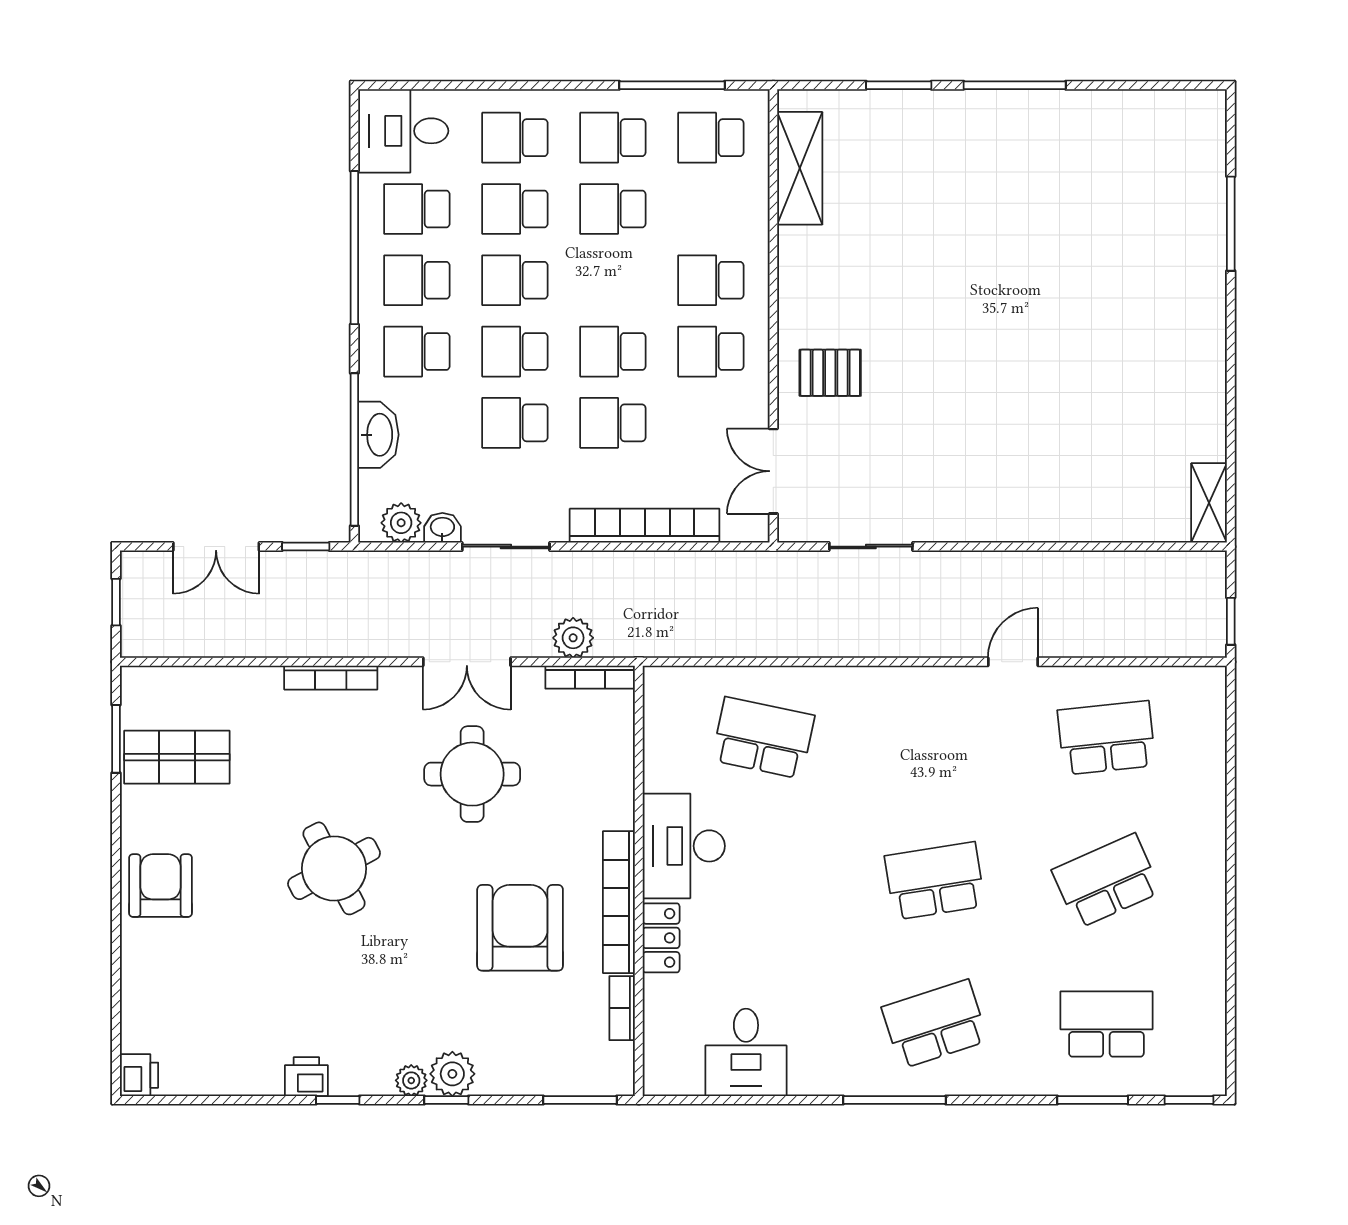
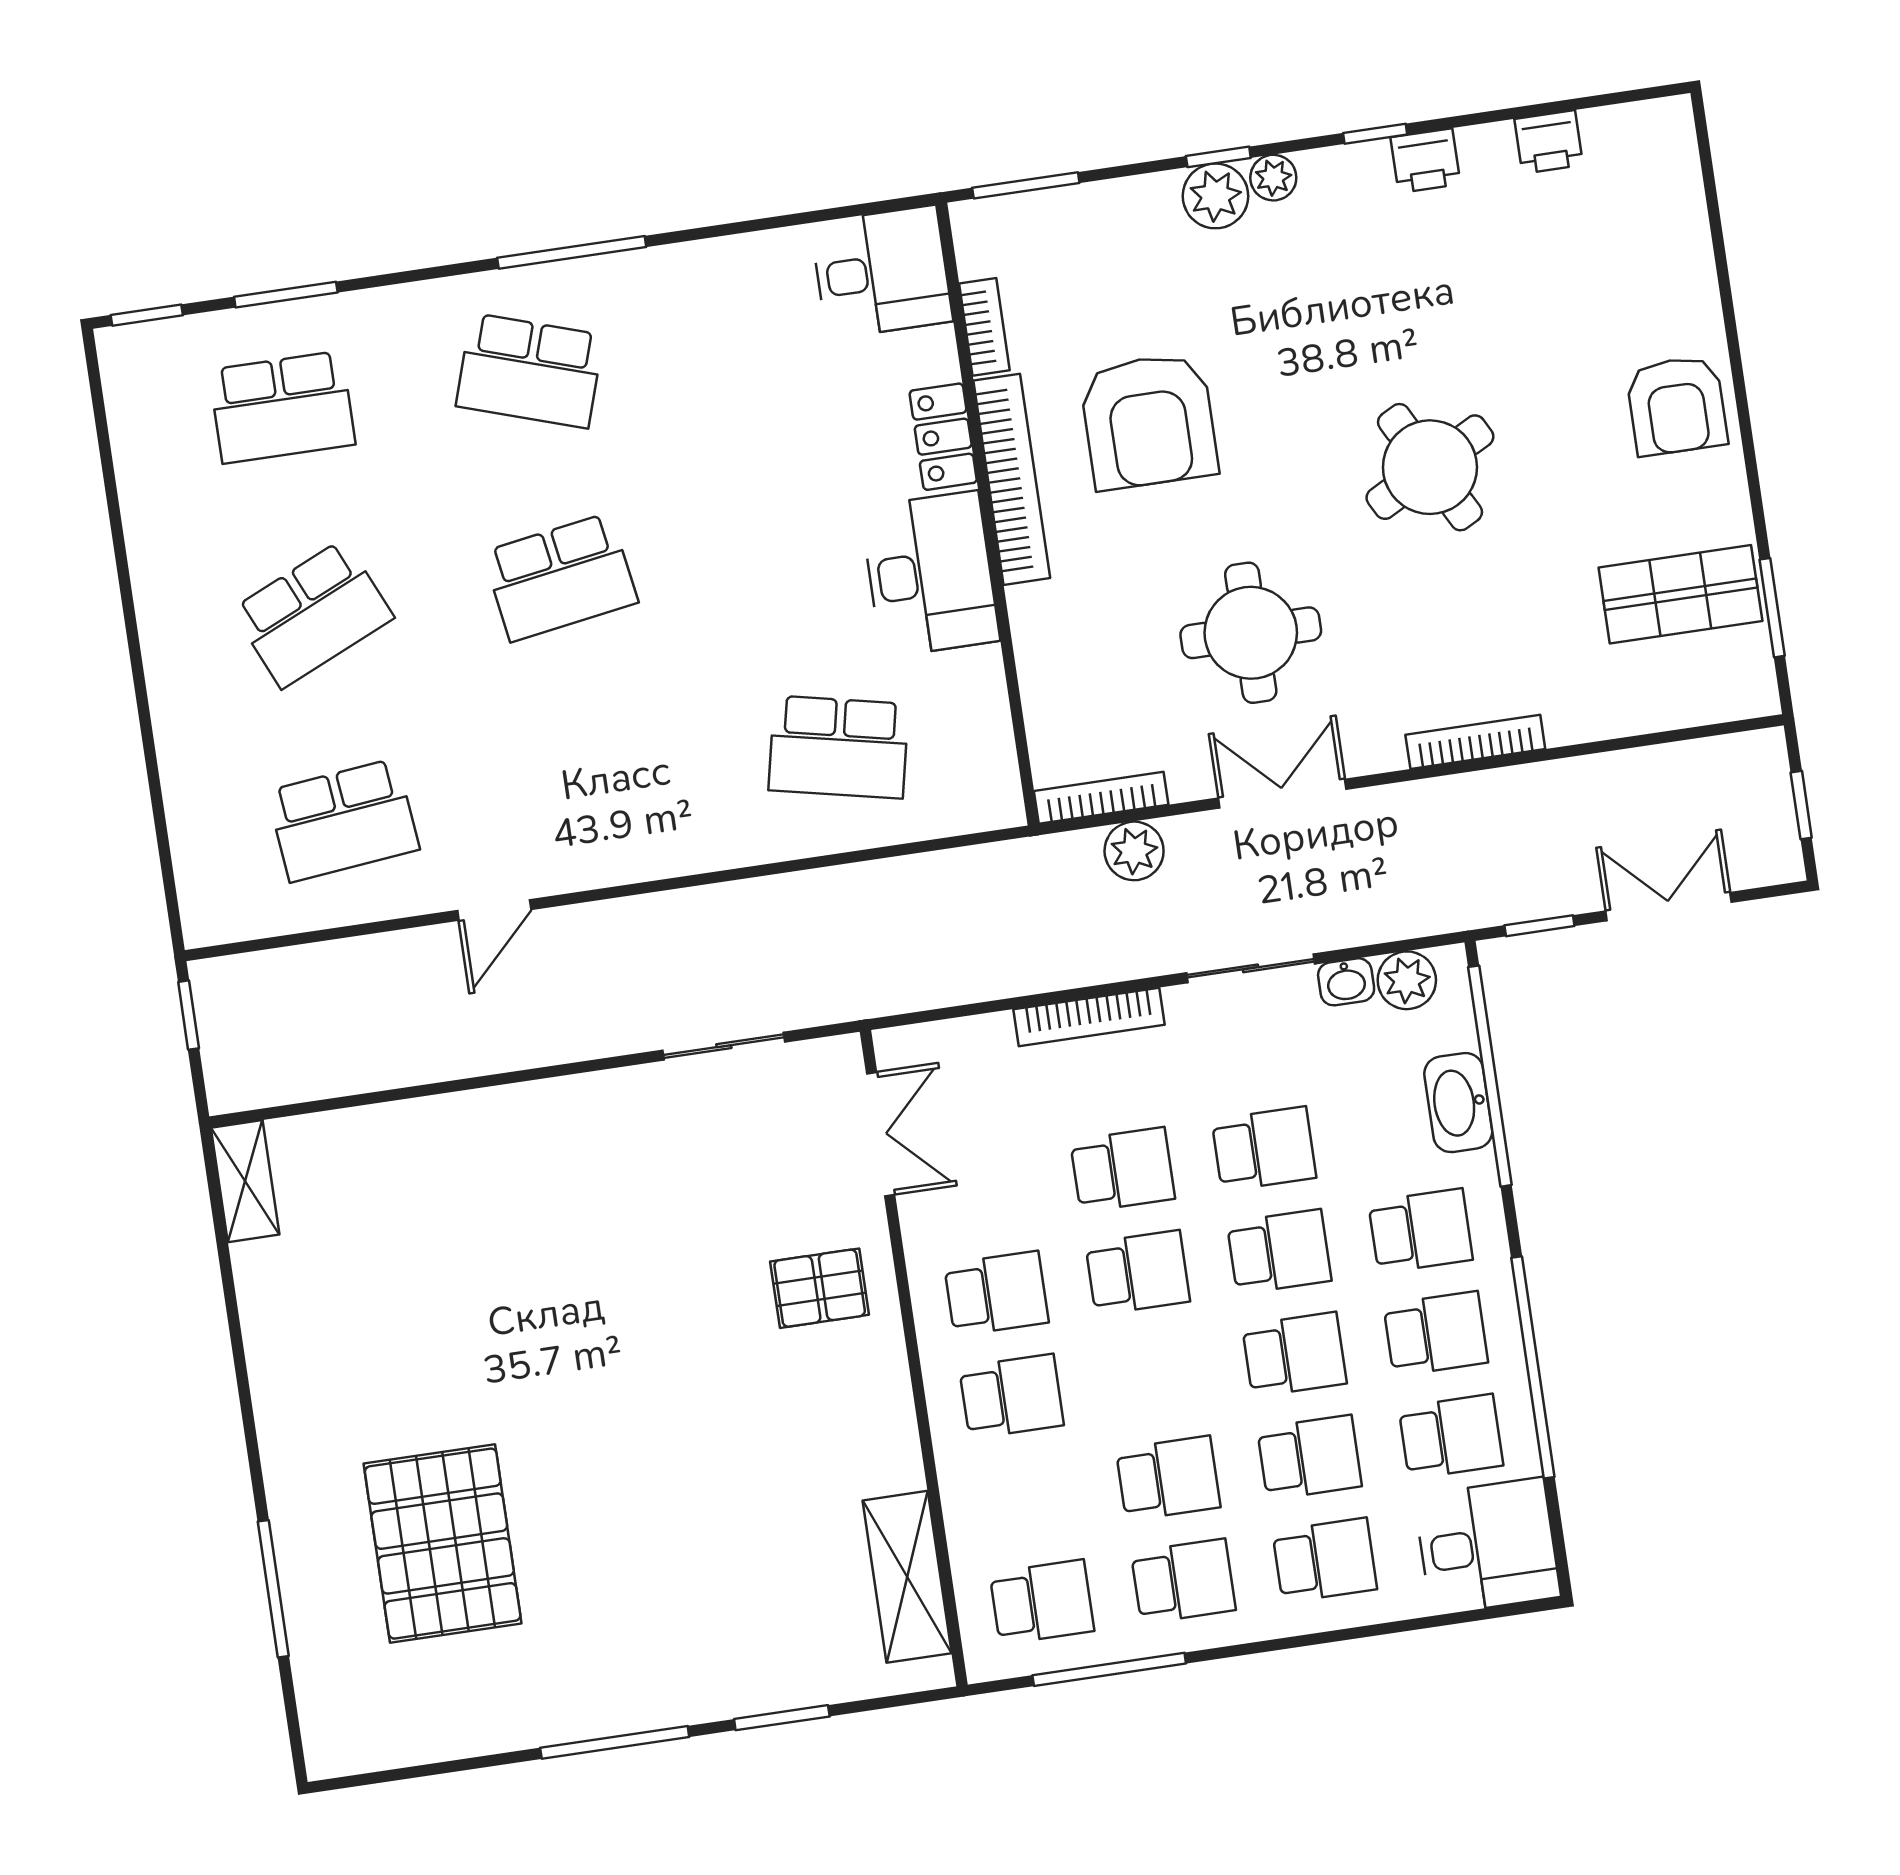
pallet: (1111, 237) -> (443, 1544), added
bookcase: (645, 526) -> (1089, 1017), width x0.68, depth x0.76
school desk: (935, 1024) -> (530, 371), turned 36
desk: (746, 1052) -> (882, 272), moved, turned 90
printer: (139, 1075) -> (1549, 142), moved, turned -90

